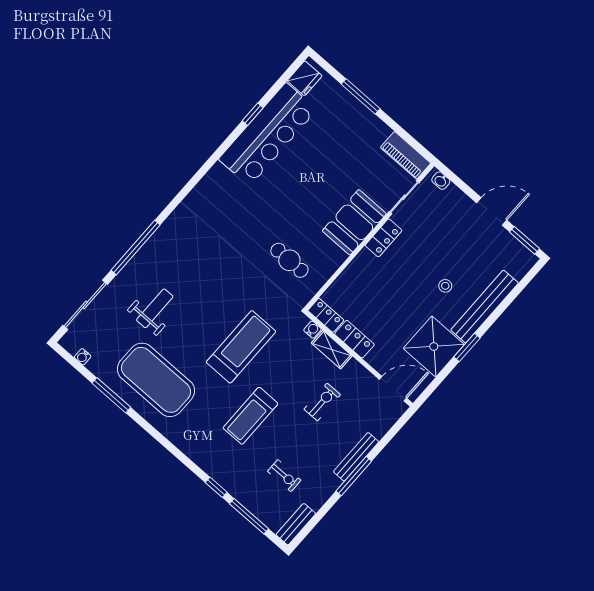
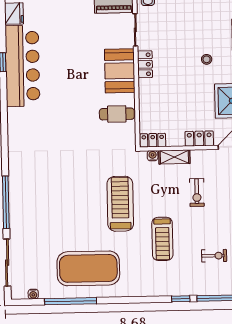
cafe table: (289, 260) -> (117, 114), moved
weight bench: (155, 308) -> (49, 227), removed
locker: (354, 339) -> (199, 139), moved
window: (111, 395) -> (71, 301), width x1.46
exercise bike: (322, 402) -> (197, 193), turned 180

